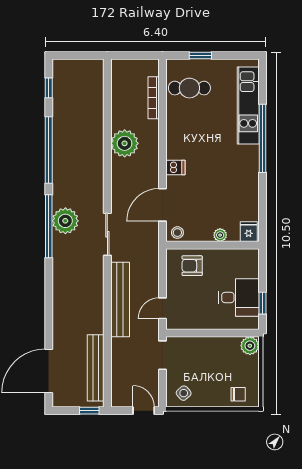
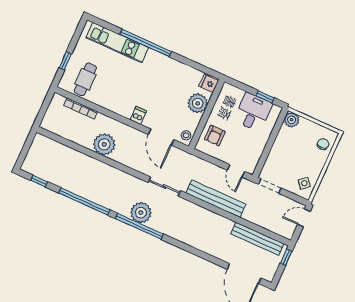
plant: (220, 235) -> (198, 103), width x1.87, depth x1.87

